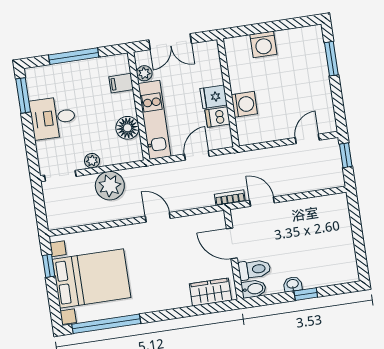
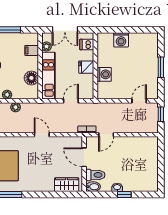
window: (331, 59) -> (161, 67), moved
dishwasher: (217, 117) -> (87, 44), moved
plant: (110, 186) -> (16, 107), width x0.53, depth x0.53
door: (262, 202) -> (106, 135), swing flipped

